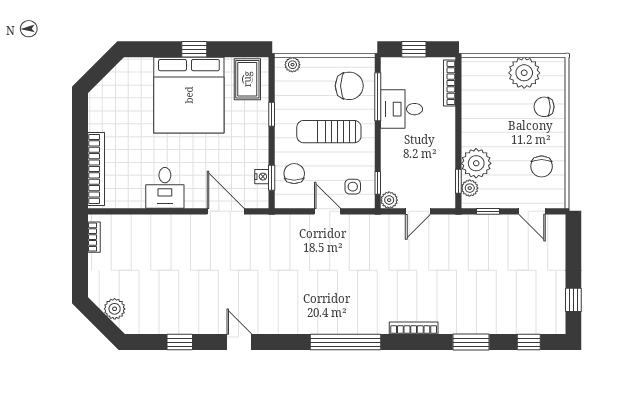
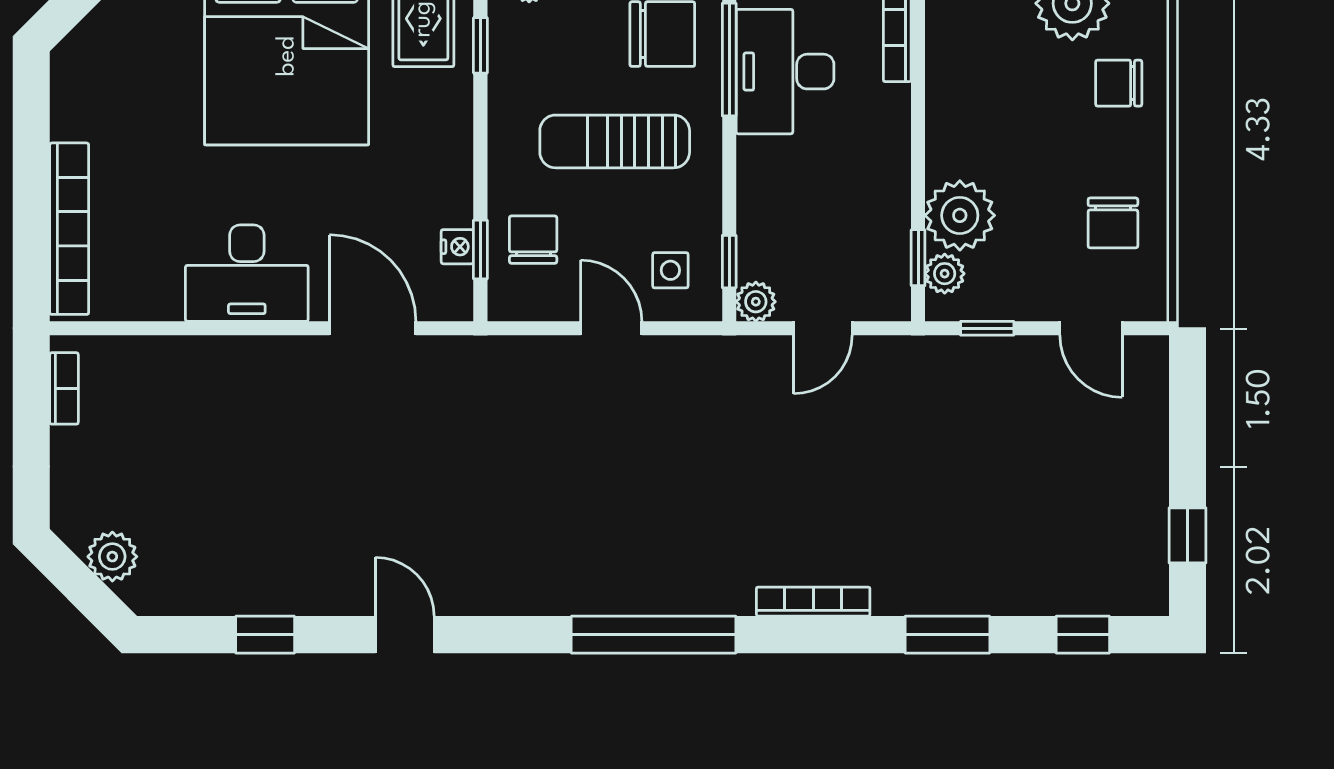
desk: (402, 109) -> (785, 72), width x1.37
window: (272, 114) -> (480, 45), moved
desk: (165, 188) -> (247, 273), width x1.37

